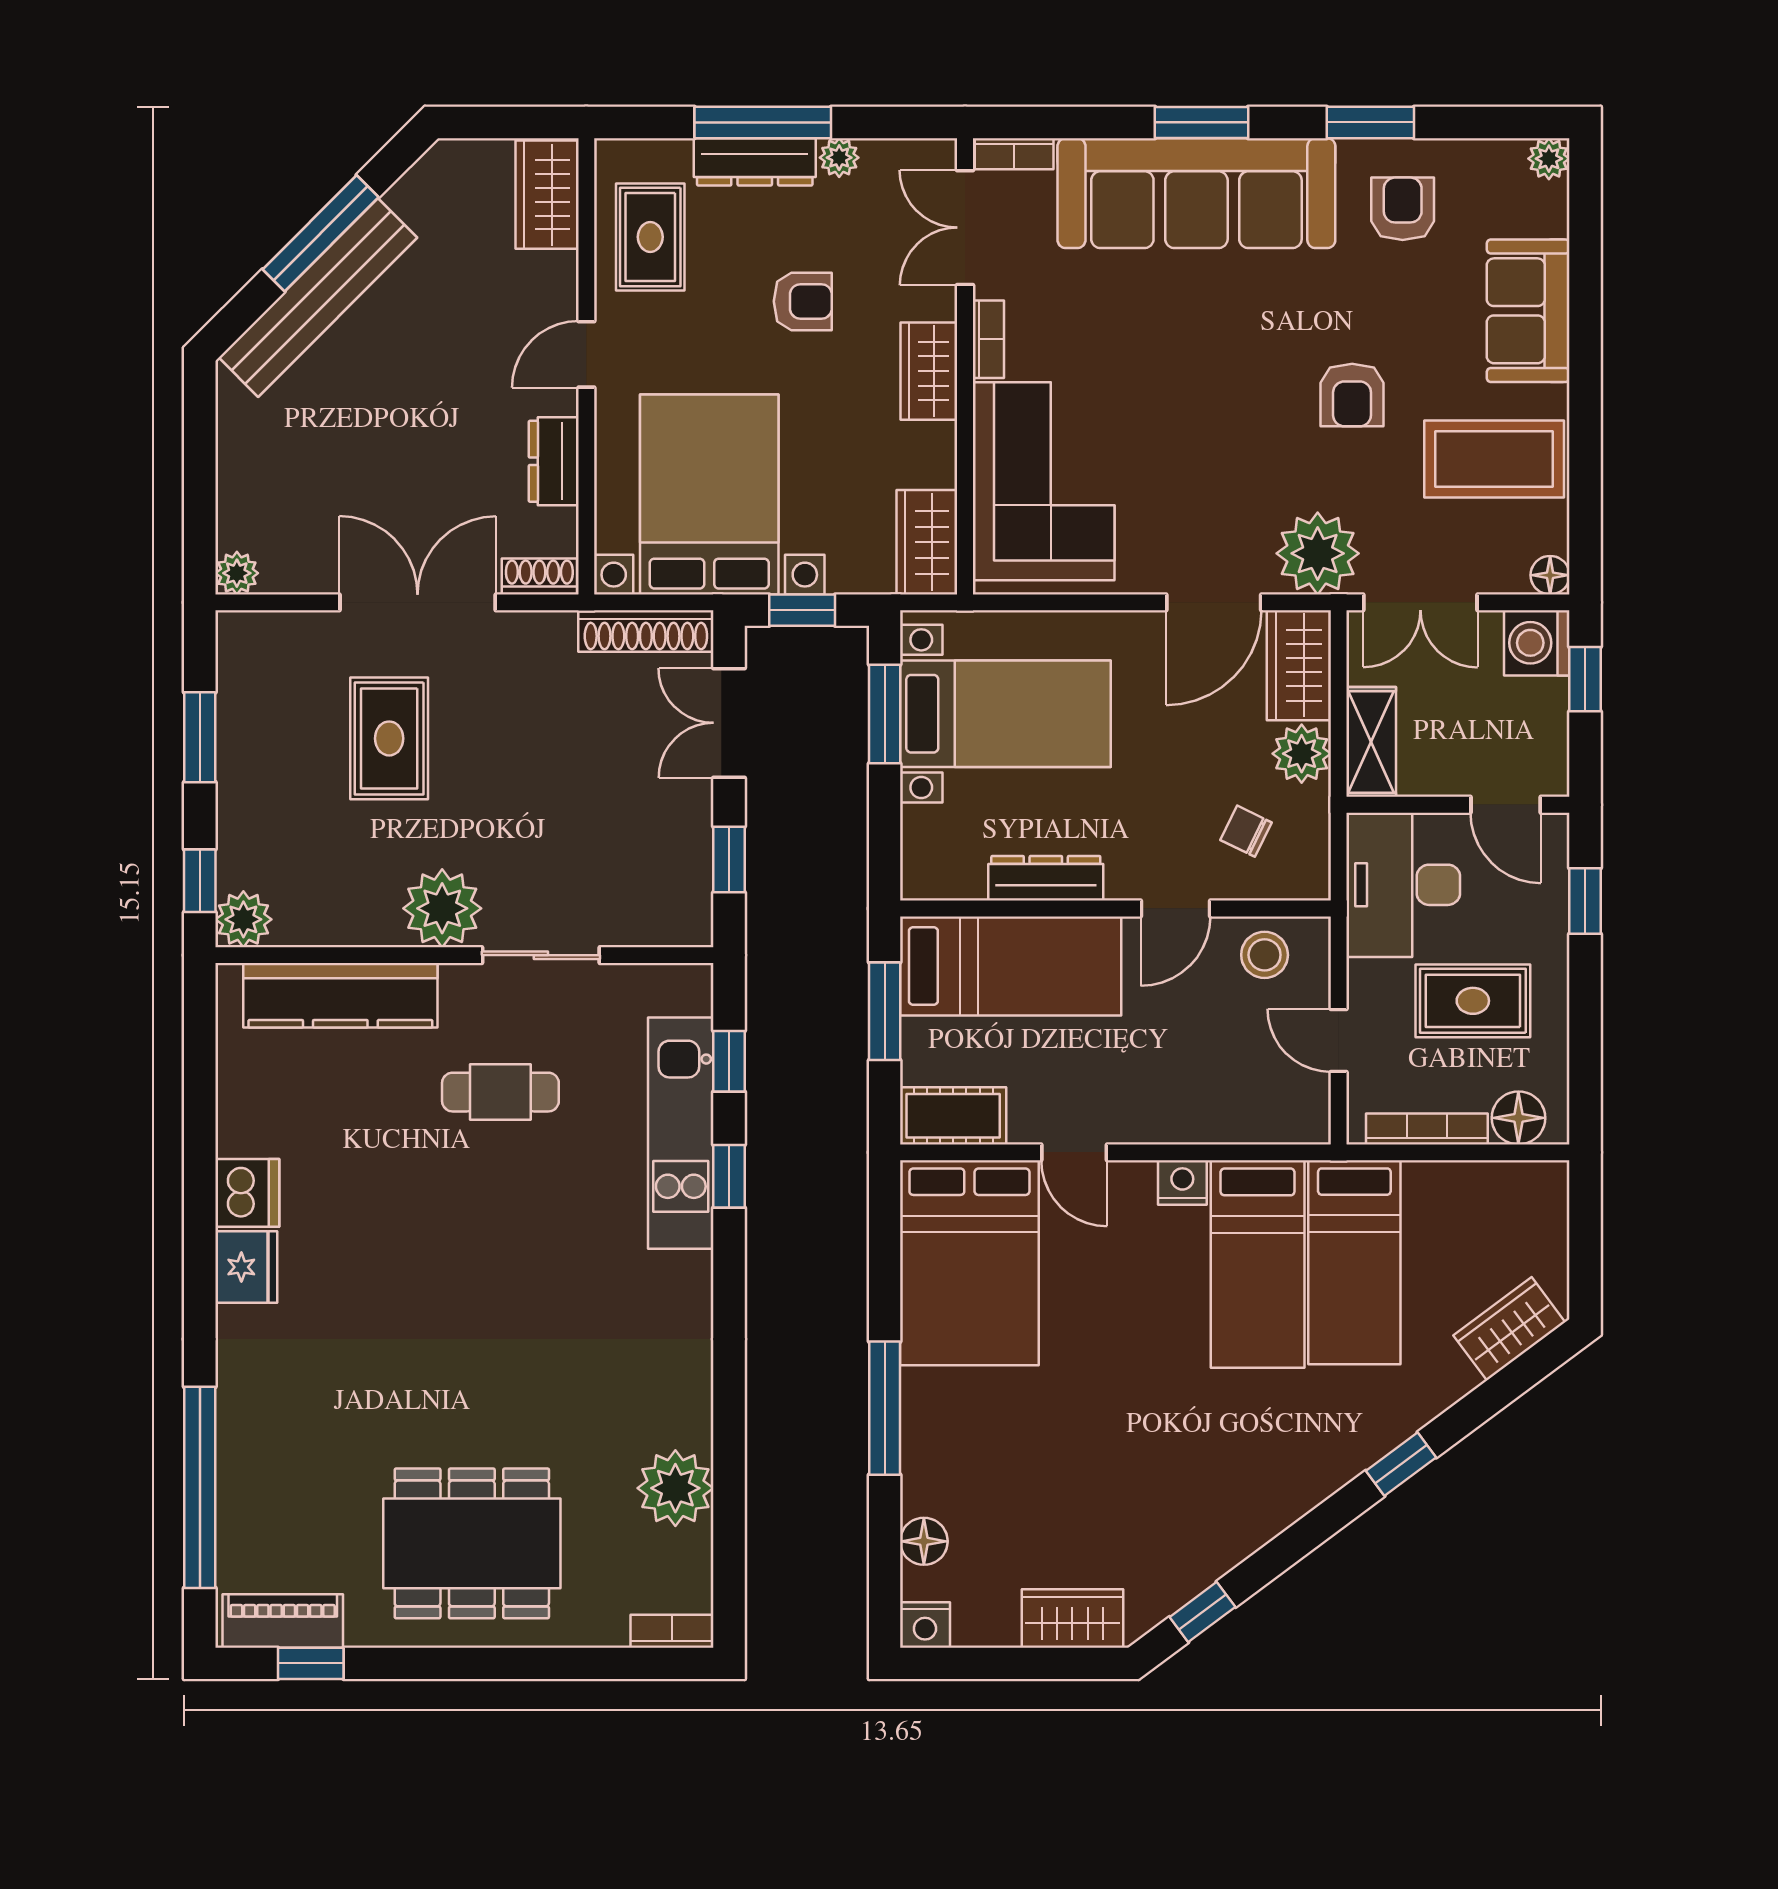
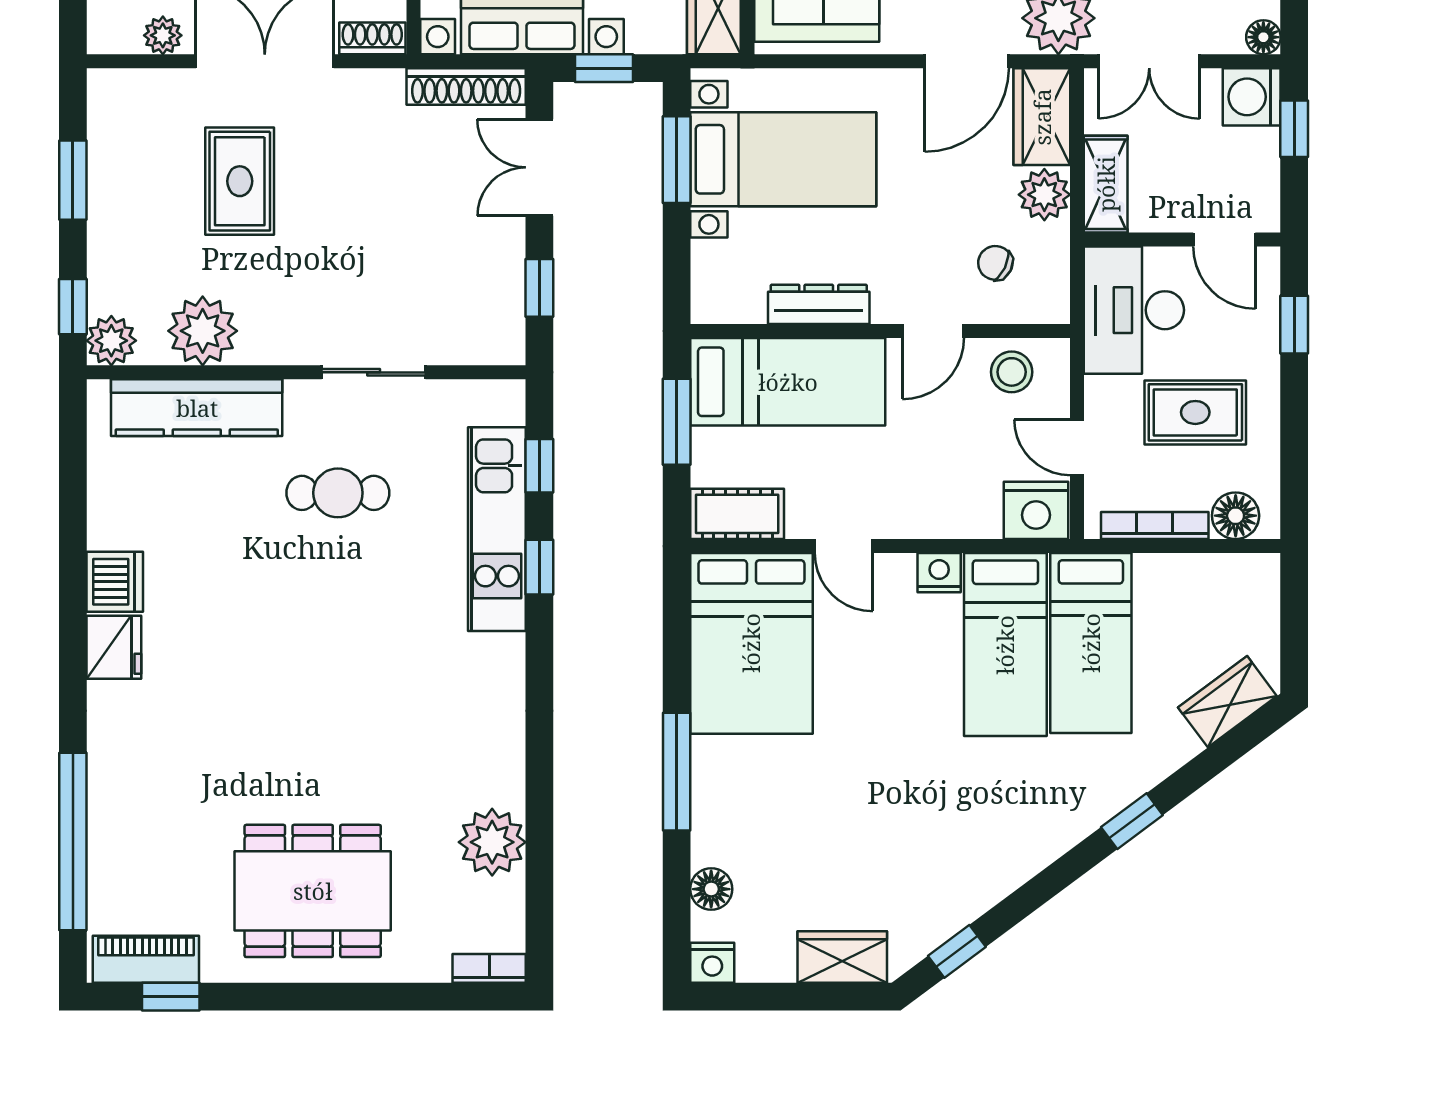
plant: (237, 573) -> (163, 35), moved
plant: (442, 908) -> (203, 331), moved
nightstand: (1292, 1112) -> (1036, 510), added

